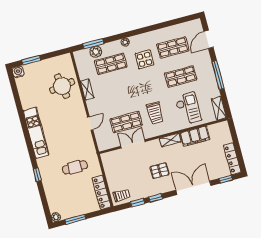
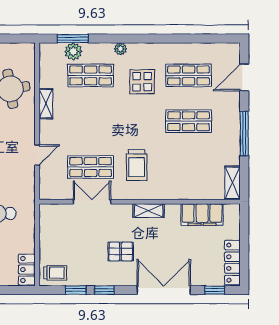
checkout: (188, 109) -> (187, 171), removed
filing cabinet: (195, 136) -> (202, 215), moved
locker: (102, 192) -> (27, 270), width x0.66

